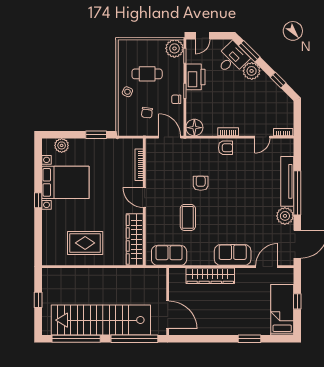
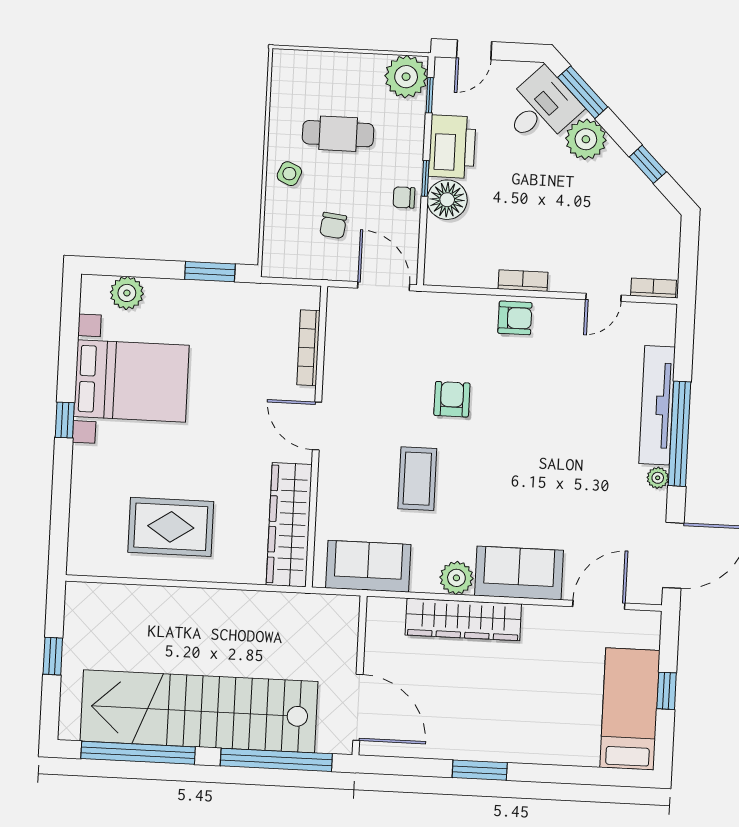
floor lamp: (194, 128) -> (447, 200), moved
plant: (285, 216) -> (658, 478), width x0.53, depth x0.53
plant: (206, 258) -> (456, 578), added
window: (249, 339) -> (480, 770), moved

